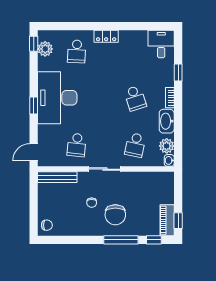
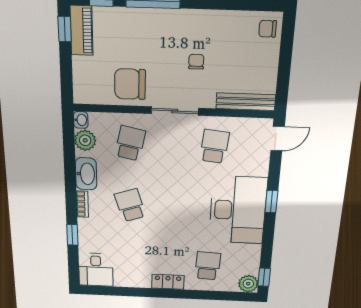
plant: (45, 49) -> (248, 284), moved
chair: (115, 215) -> (130, 84), moved, turned -90

